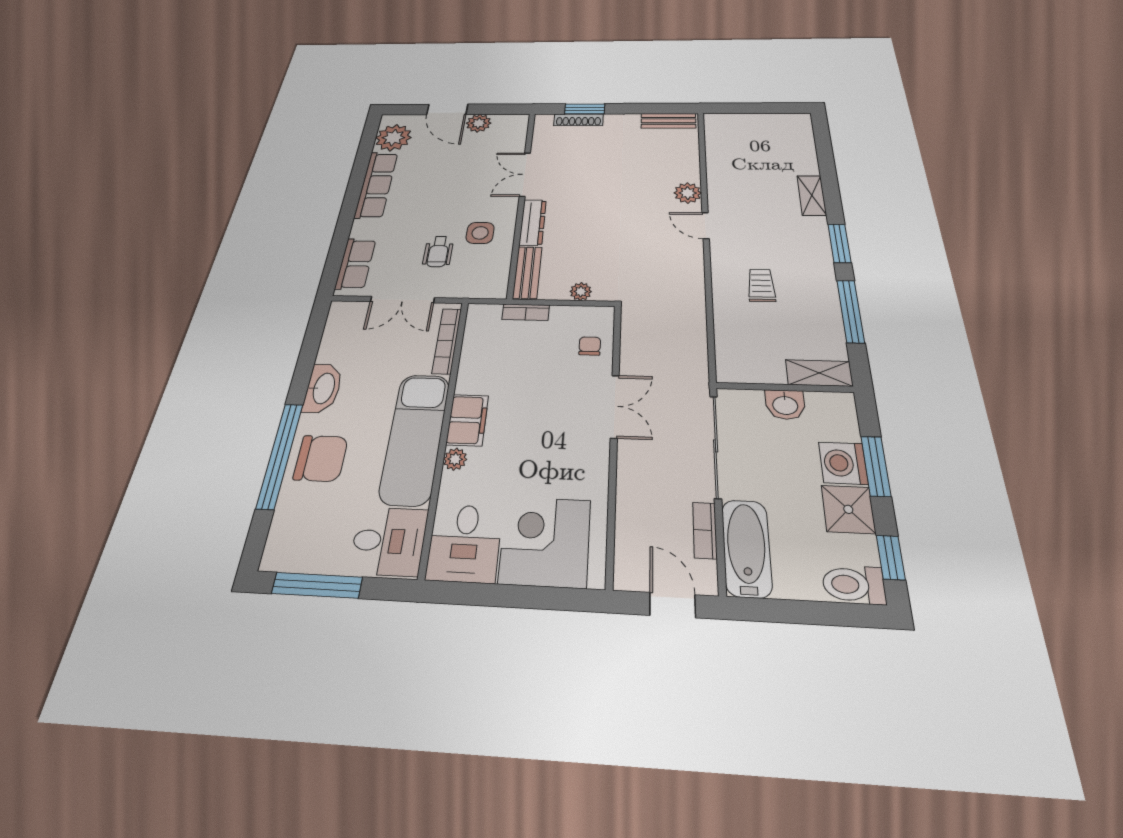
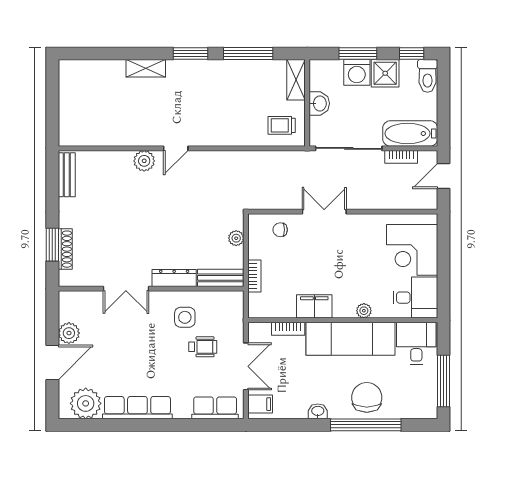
trolley: (761, 285) -> (282, 125), moved
filing cabinet: (347, 315) -> (260, 404), added
bookcase: (447, 341) -> (288, 329), width x0.64
washbasin: (323, 388) -> (318, 411), width x0.52, depth x0.69
filing cabinet: (467, 420) -> (314, 306), moved

